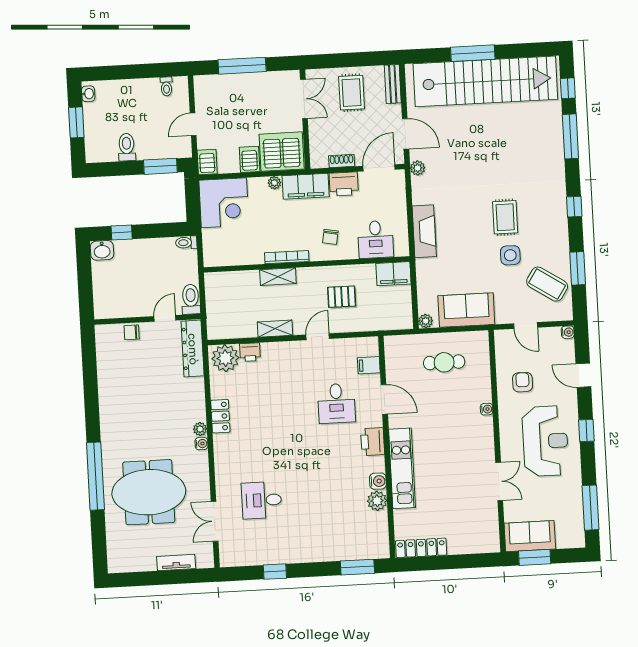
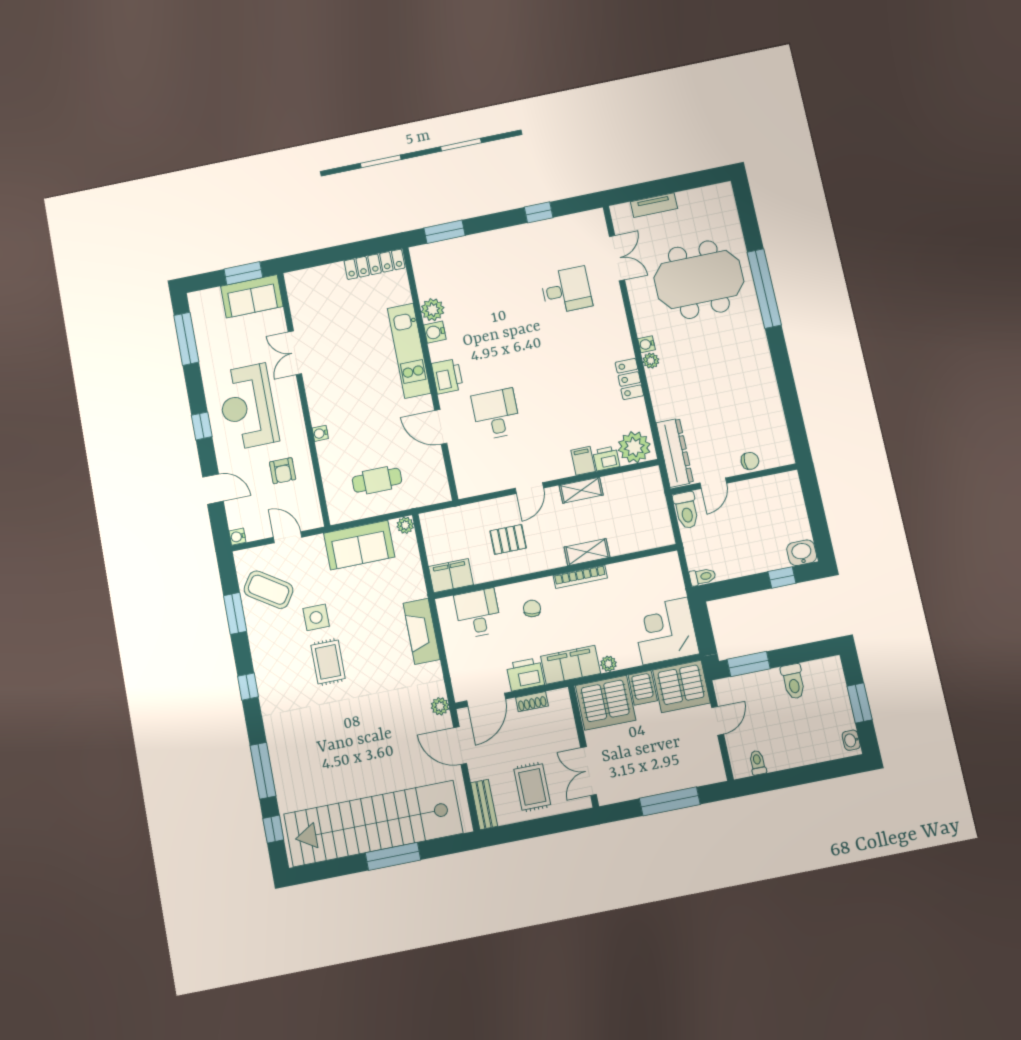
server rack: (207, 162) -> (681, 686), width x2.18, depth x1.44
filing cabinet: (369, 365) -> (583, 461), moved, turned -90

